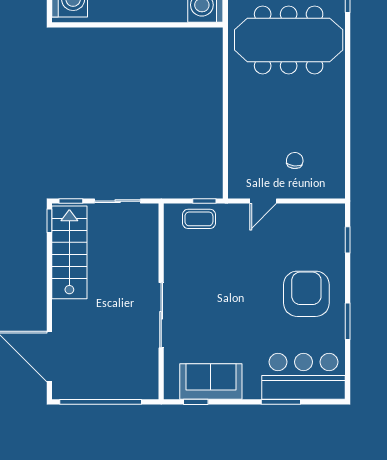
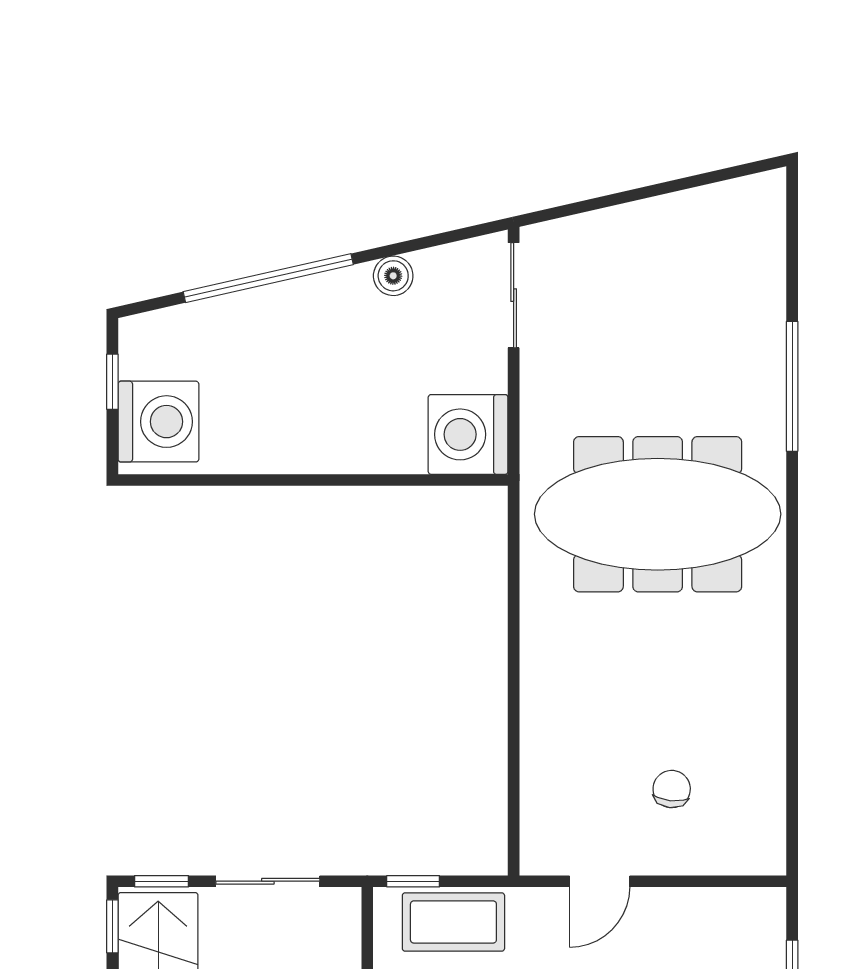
window: (204, 201) -> (413, 881), moved
coffee table: (199, 219) -> (453, 922), width x1.36, depth x1.30

